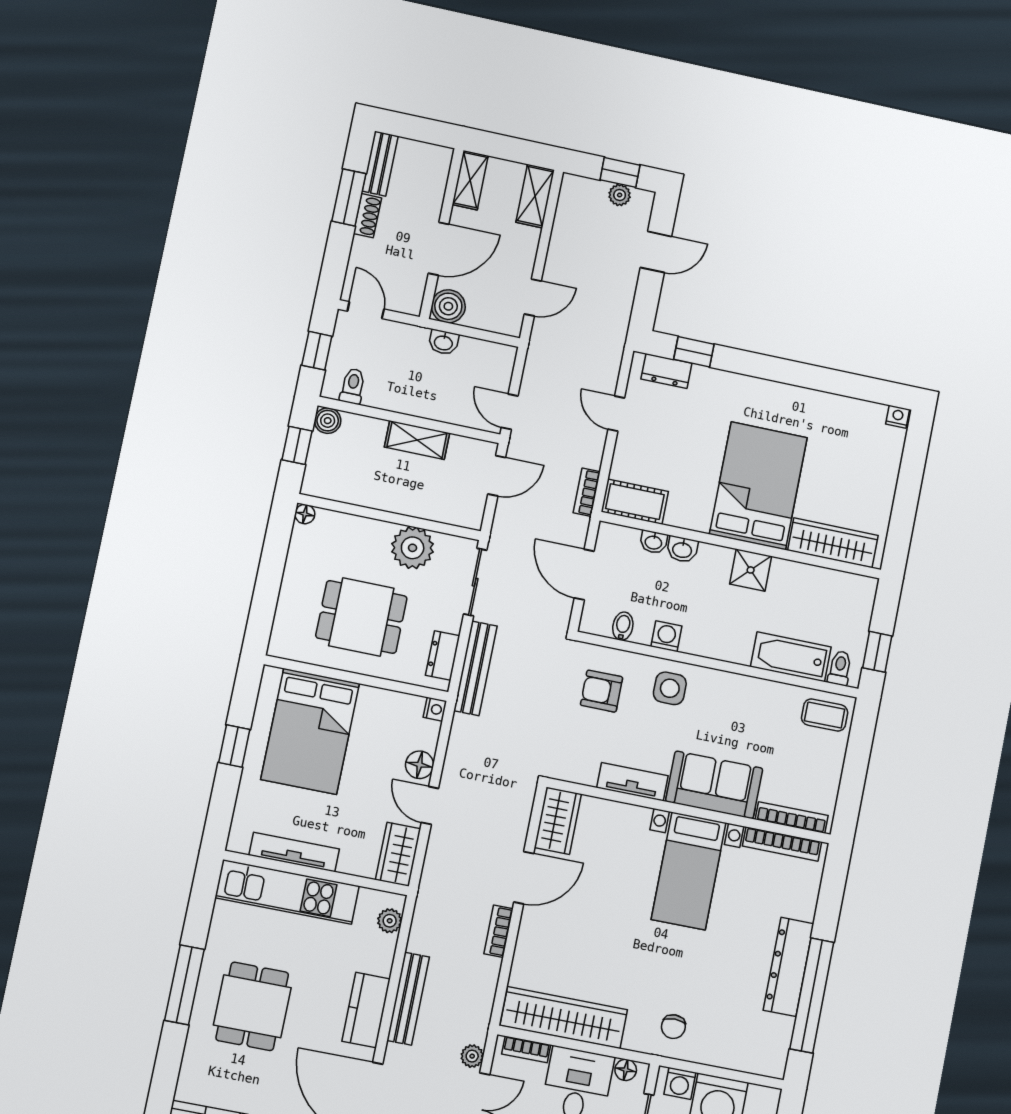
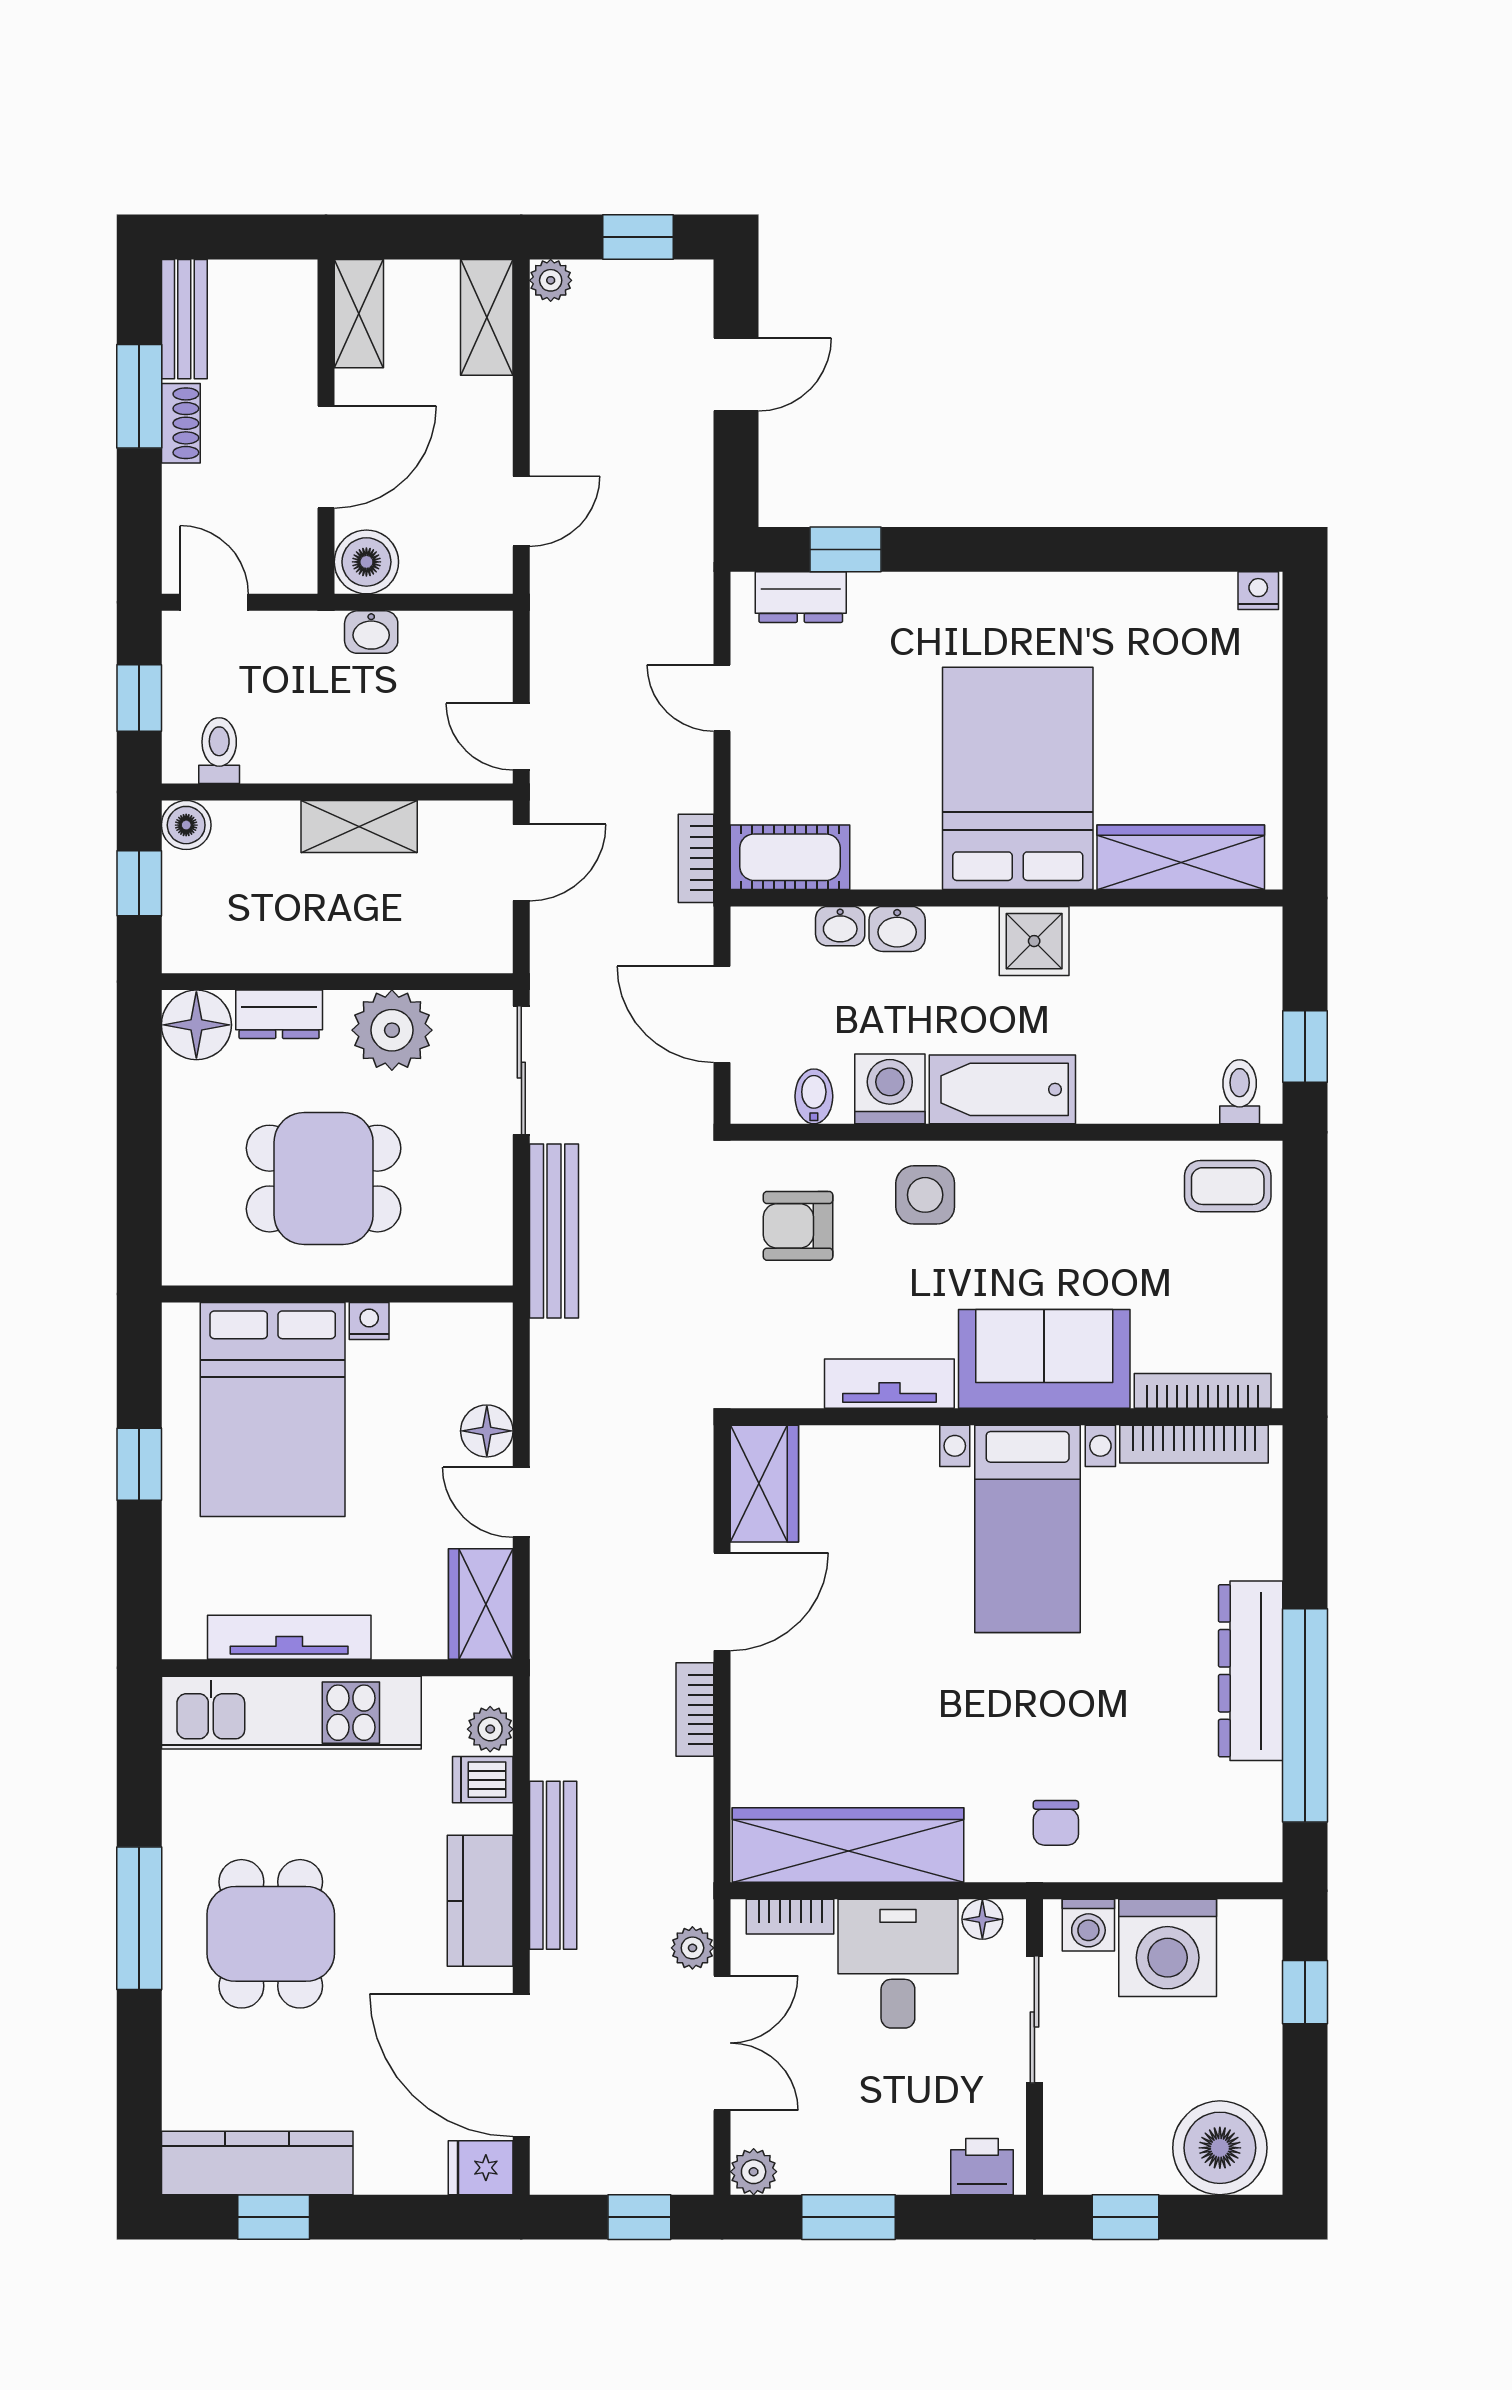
plant: (620, 195) -> (551, 280), moved
floor lamp: (305, 514) -> (196, 1025), width x1.89, depth x1.89
washing machine: (666, 636) -> (890, 1089), width x1.38, depth x1.38
dresser: (443, 655) -> (279, 1014), moved, turned -90
bathtub: (791, 657) -> (1002, 1089), moved
nightstand: (435, 709) -> (369, 1321), moved, turned -90
dishwasher: (380, 947) -> (483, 1780), added

